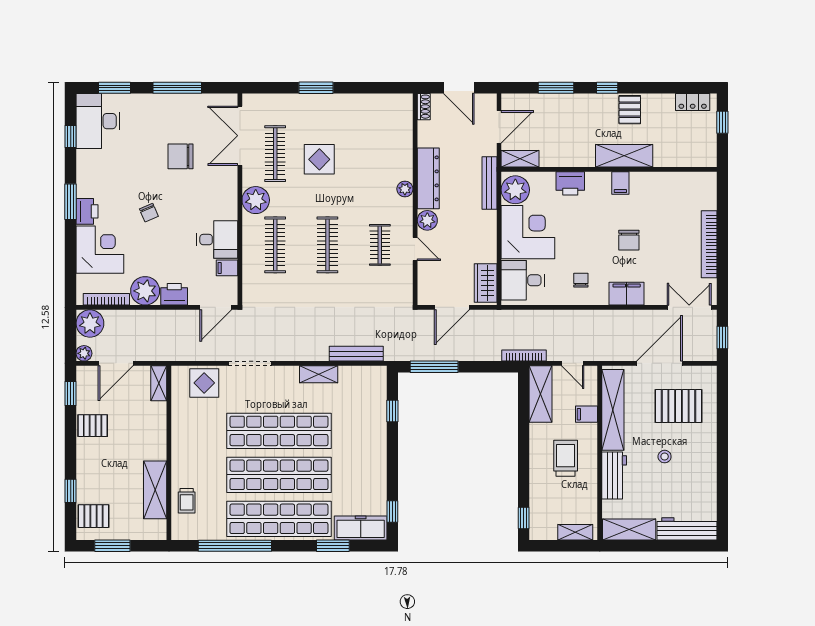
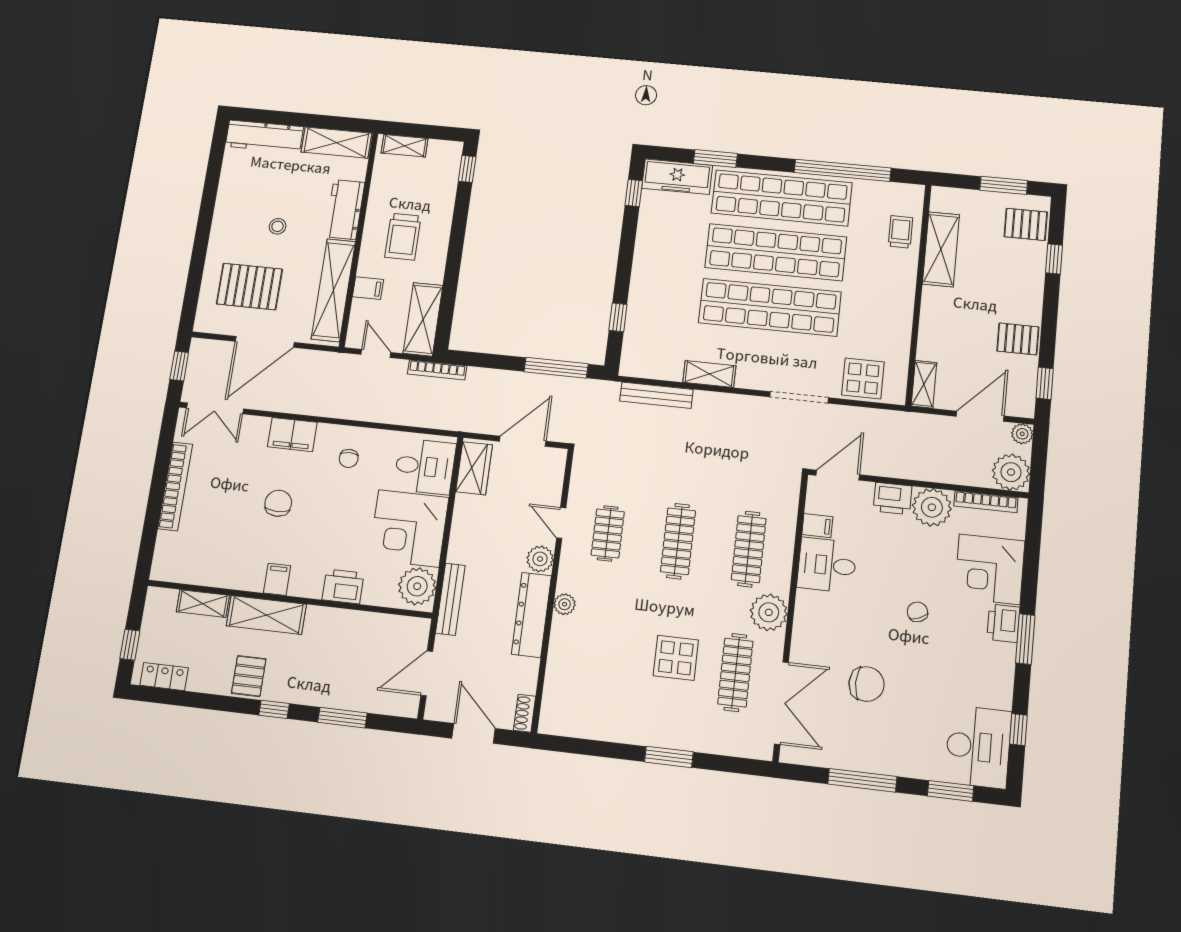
shelving: (520, 159) -> (203, 604), moved

